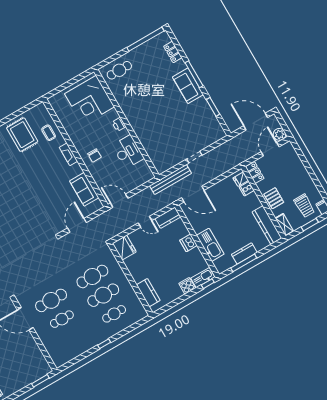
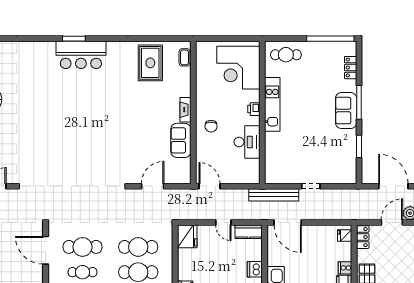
kitchen unit: (131, 113) -> (272, 104), added
coffee table: (49, 133) -> (185, 57), moved
sofa: (84, 189) -> (181, 140), moved
cooker: (247, 189) -> (345, 268), moved

